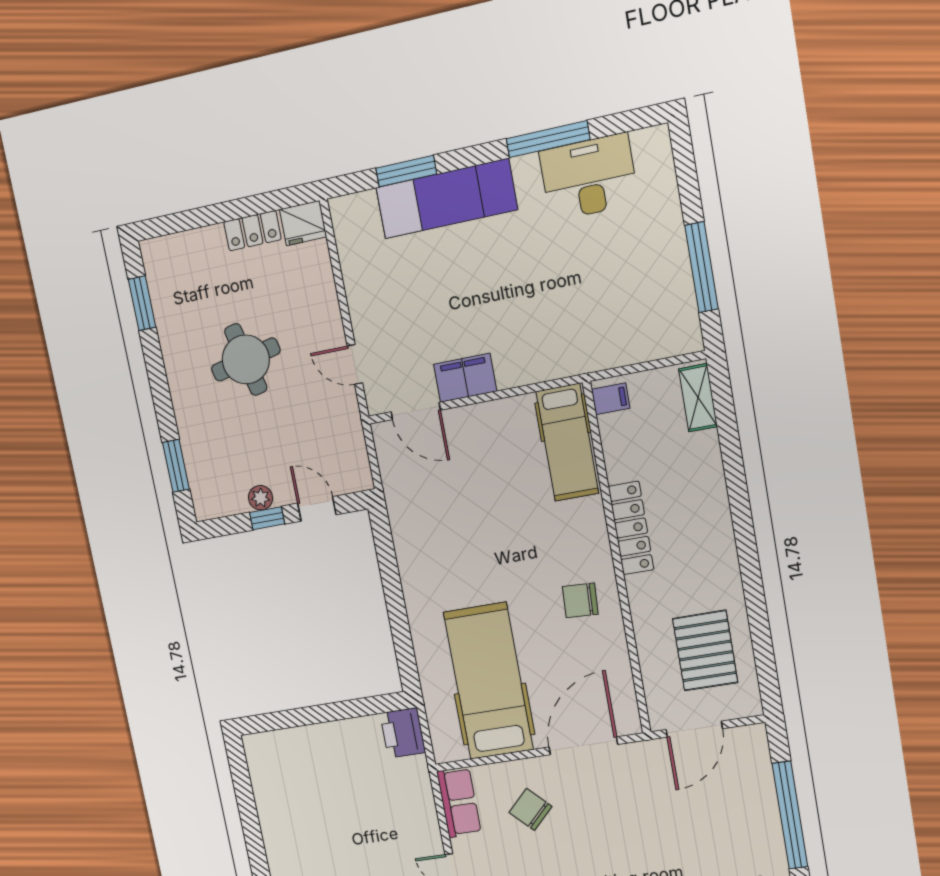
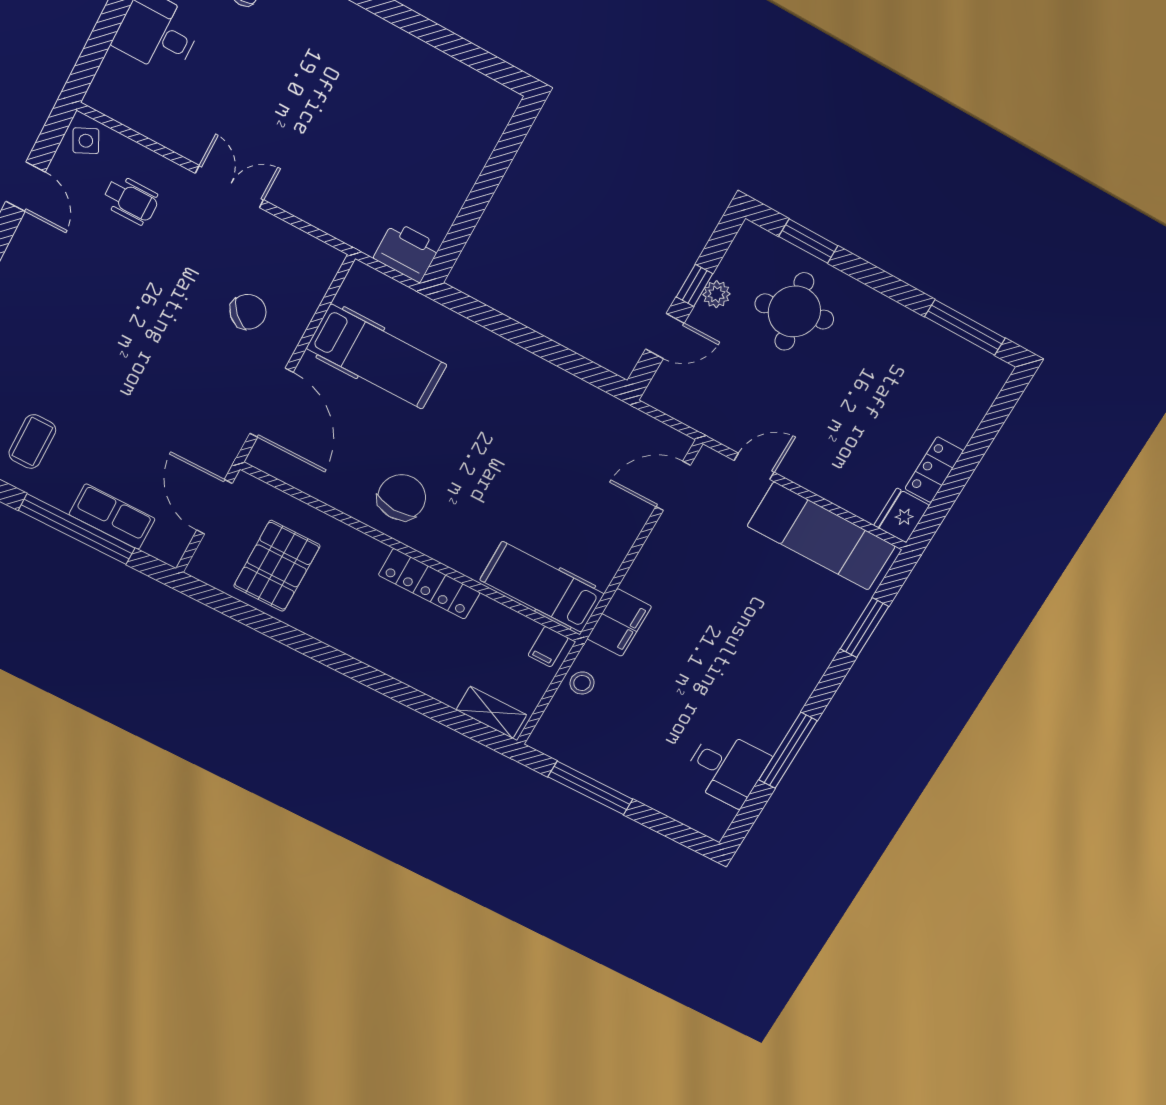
desk: (589, 177) -> (726, 768), width x0.73
exam couch: (447, 199) -> (821, 536), moved, turned -90
window: (142, 303) -> (965, 327), width x1.44
stool: (619, 348) -> (582, 683), added
round table: (246, 360) -> (794, 311), moved
filing cabinet: (465, 378) -> (619, 623), moved
chair: (580, 600) -> (402, 497), width x1.37, depth x1.37
pallet: (705, 651) -> (277, 566), turned 90
hospital bed: (488, 681) -> (377, 357), width x0.73, depth x0.78
row of seats: (459, 802) -> (112, 517), moved, turned 180

